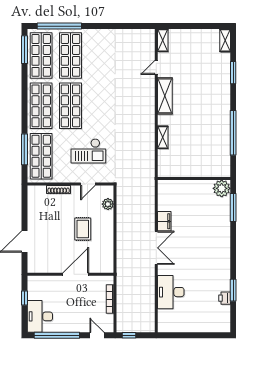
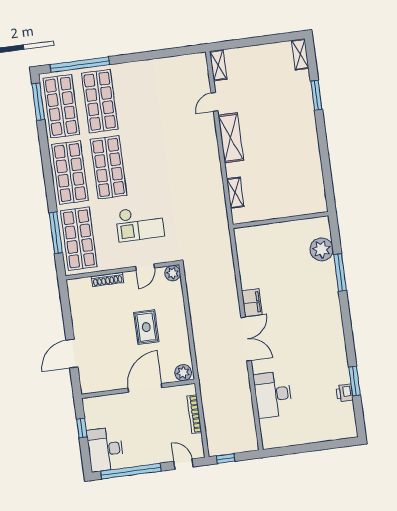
window: (233, 133) -> (327, 174), removed
wall: (194, 178) -> (281, 220), moved
plant: (108, 204) -> (173, 273), moved
plant: (106, 267) -> (183, 373), added

